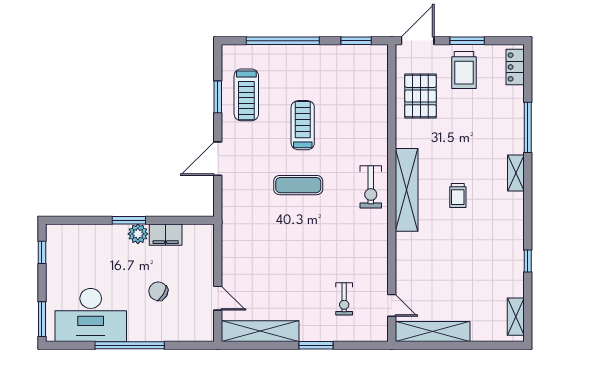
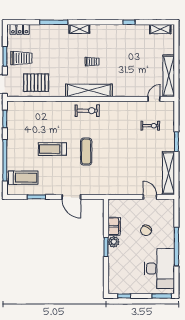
treadmill: (246, 95) -> (23, 178), moved
door: (218, 298) -> (150, 197), hinge flipped

